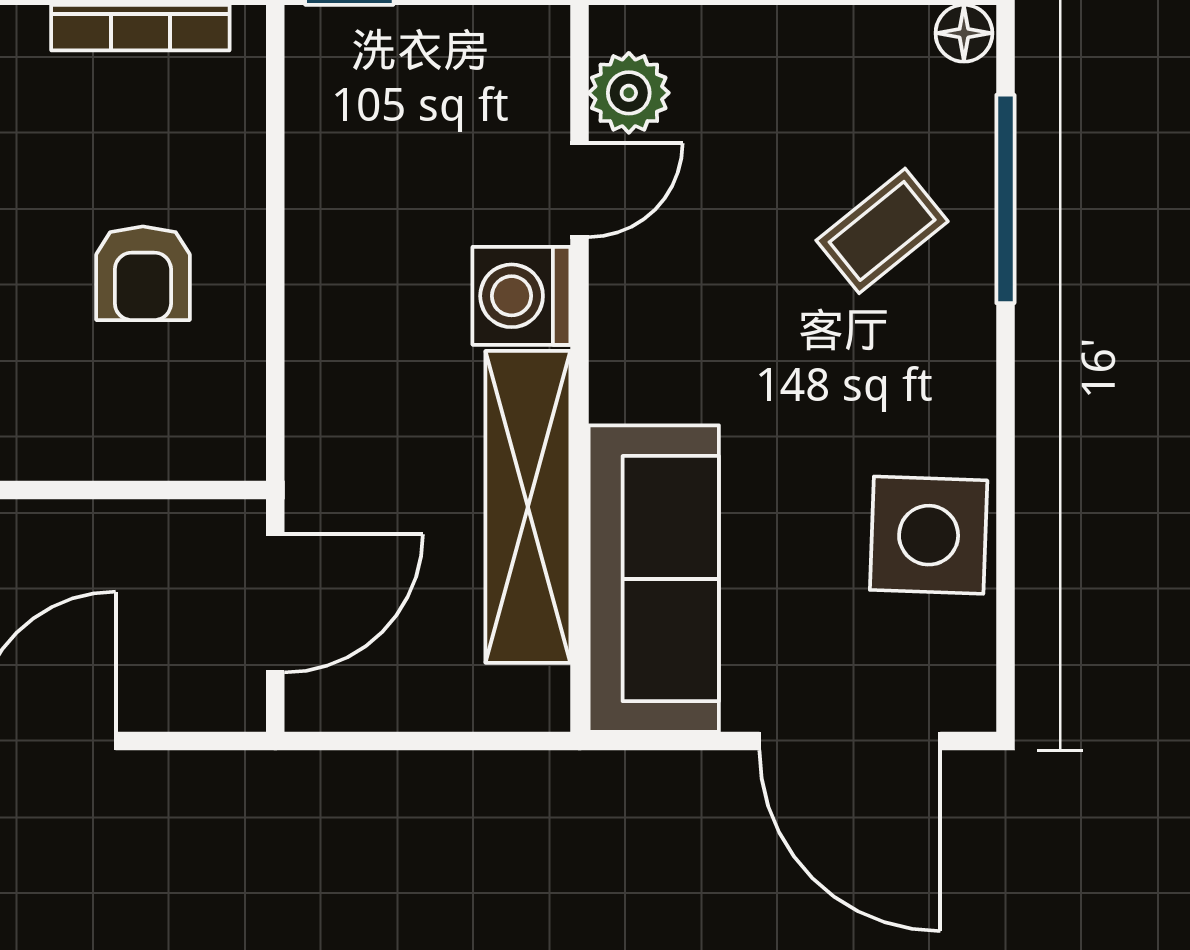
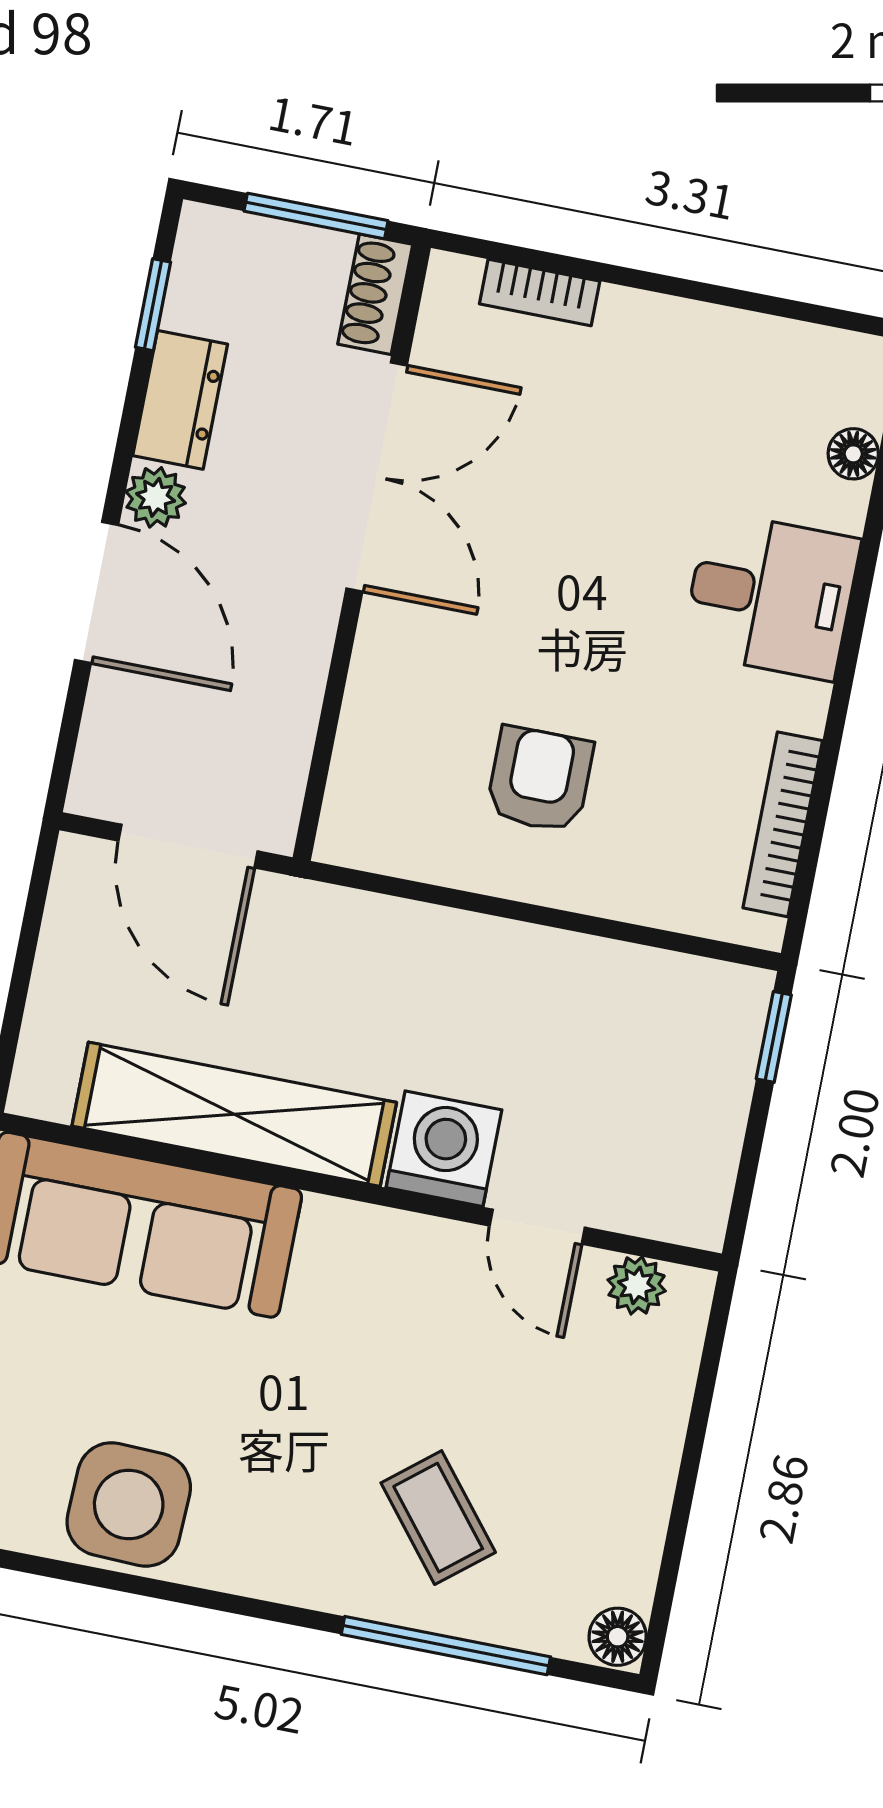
plant: (629, 93) -> (637, 1285), width x0.73, depth x0.73
armchair: (143, 273) -> (540, 779), turned 90

